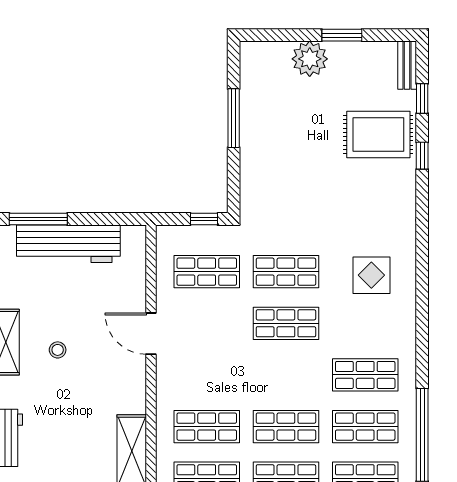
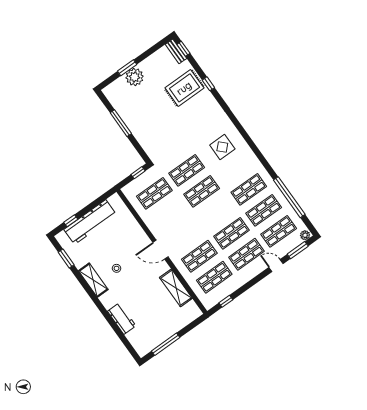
window: (342, 35) -> (127, 68), moved
window: (422, 98) -> (183, 49), moved
window: (38, 219) -> (71, 221), width x0.46
door: (151, 334) -> (160, 250), moved

